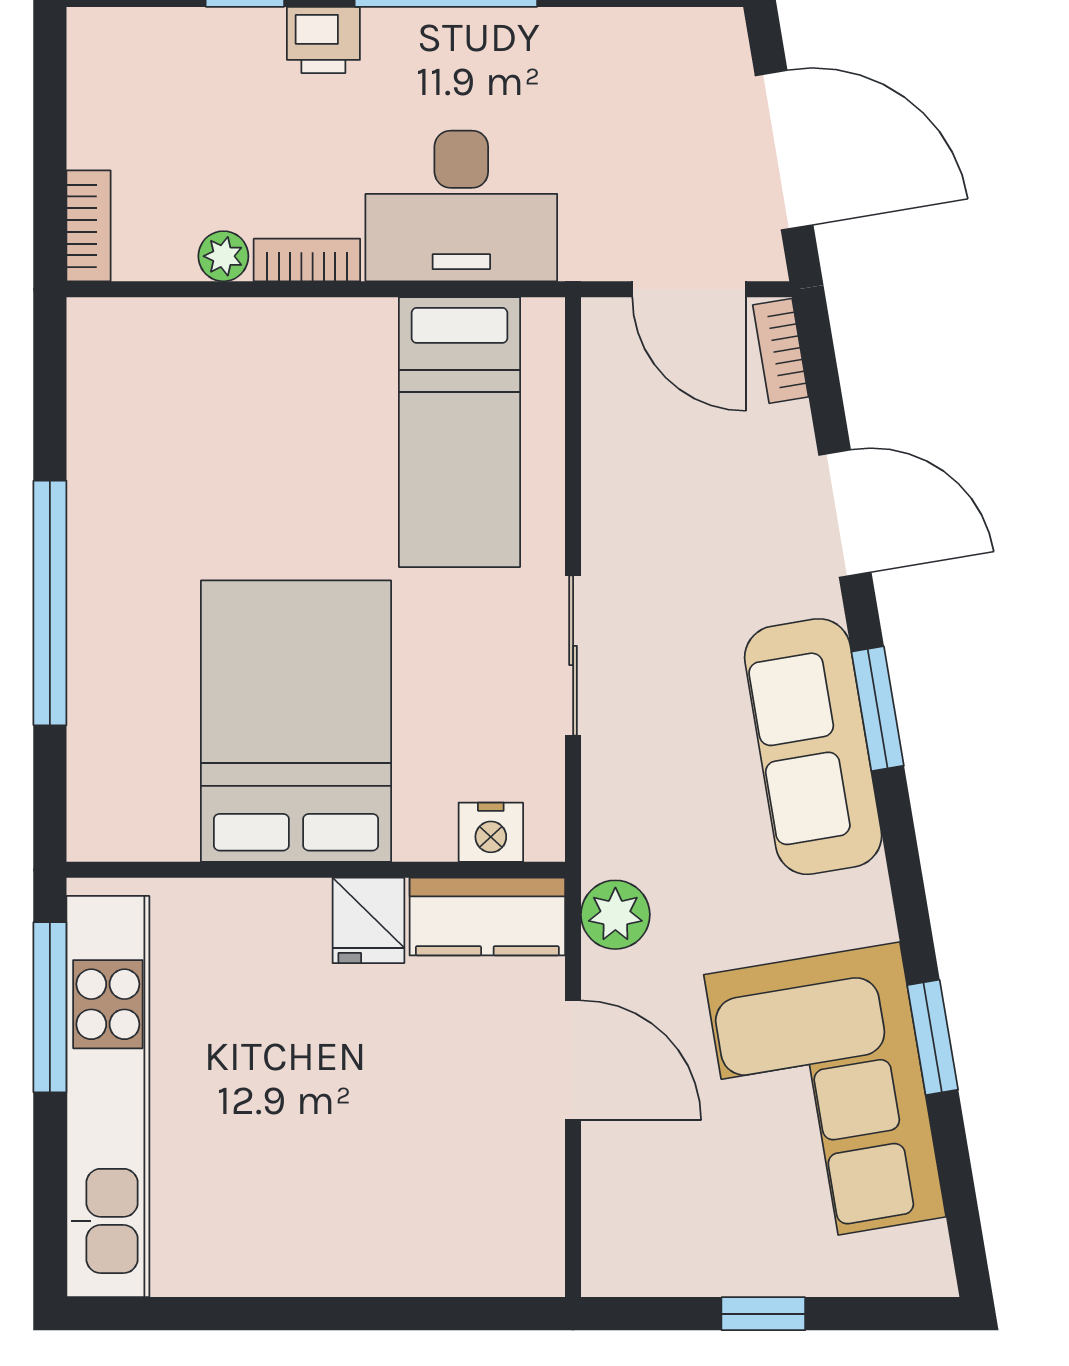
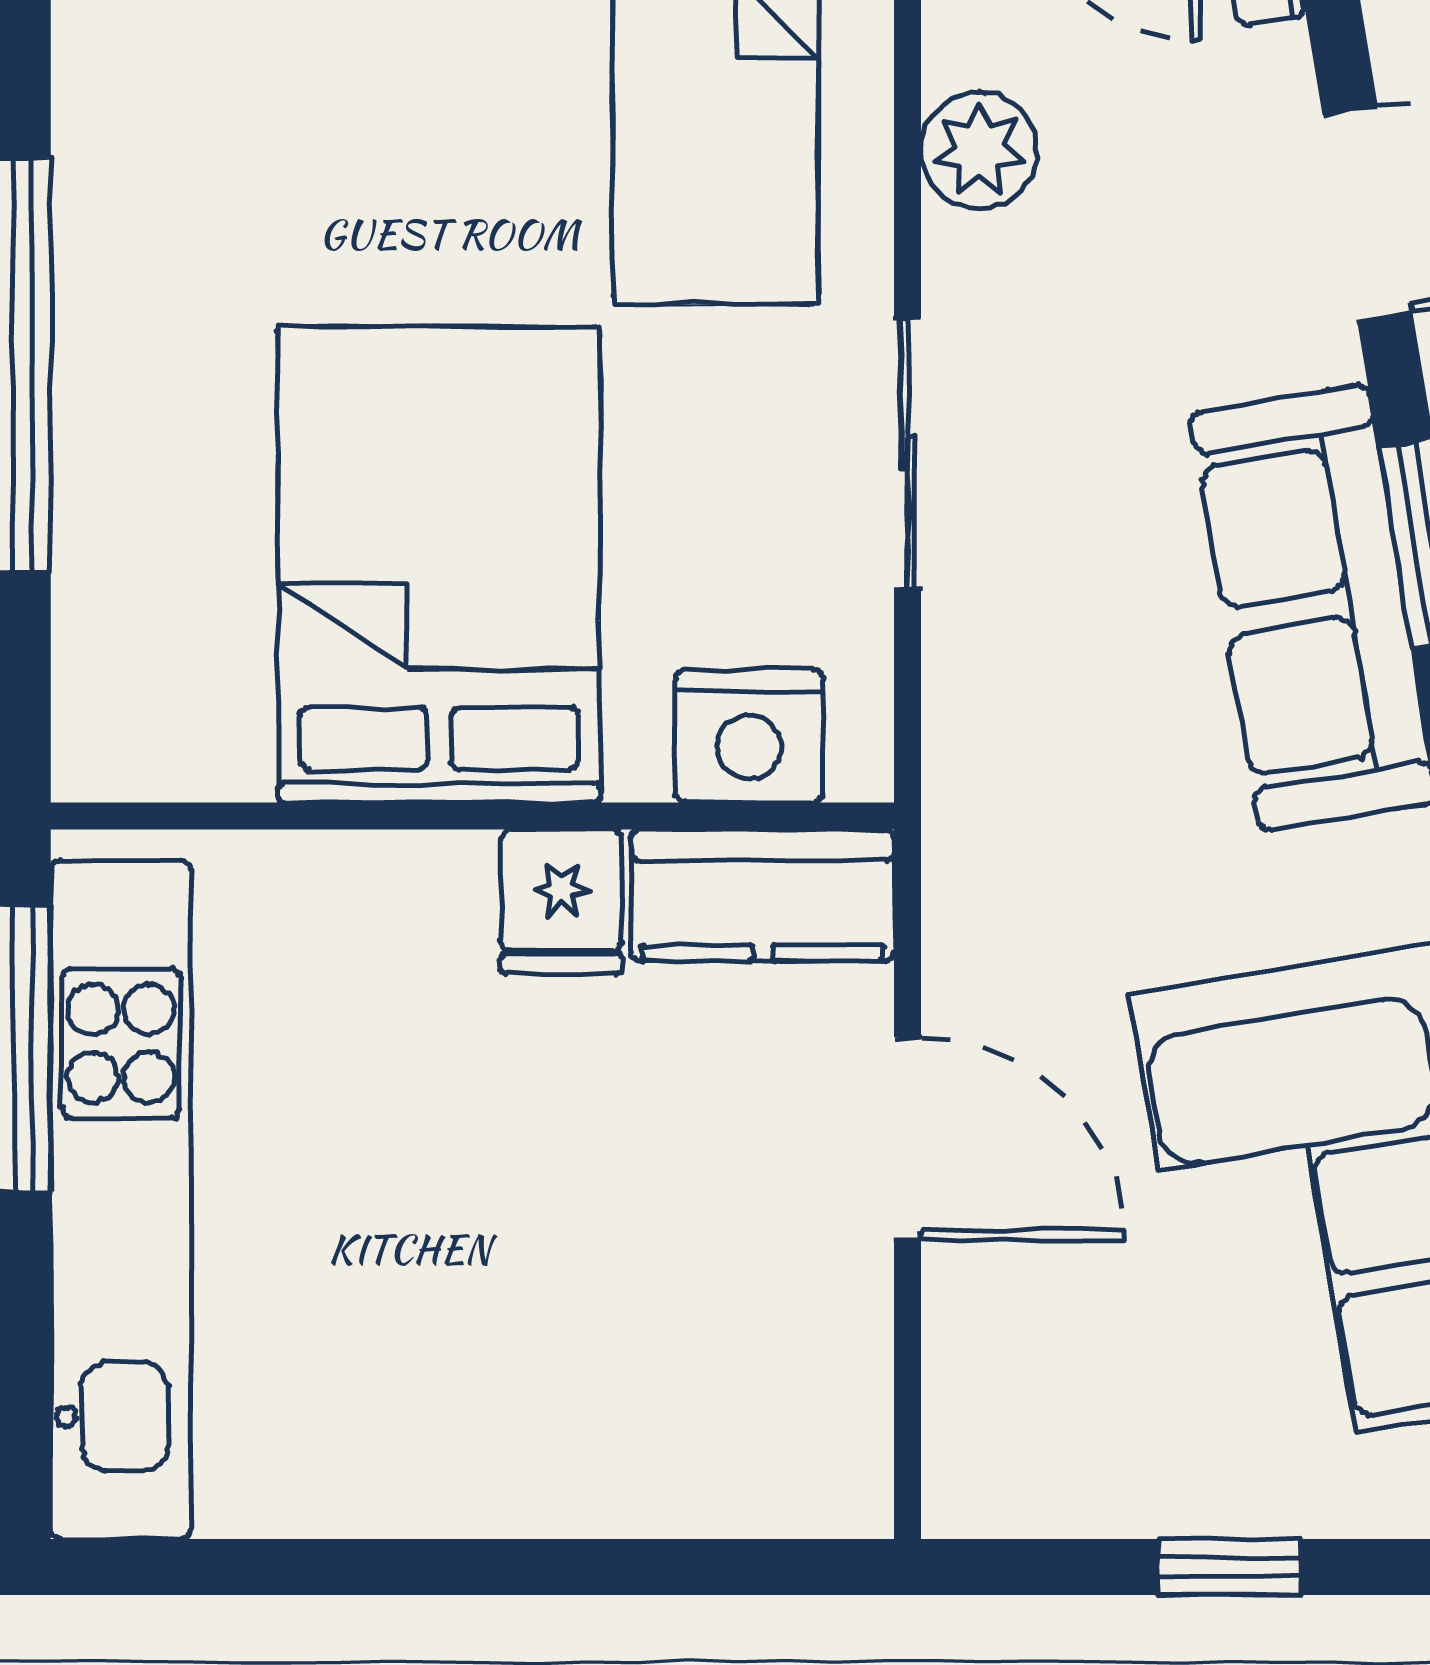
nightstand: (491, 832) -> (749, 736), width x1.36, depth x1.33
plant: (615, 915) -> (979, 150), moved

